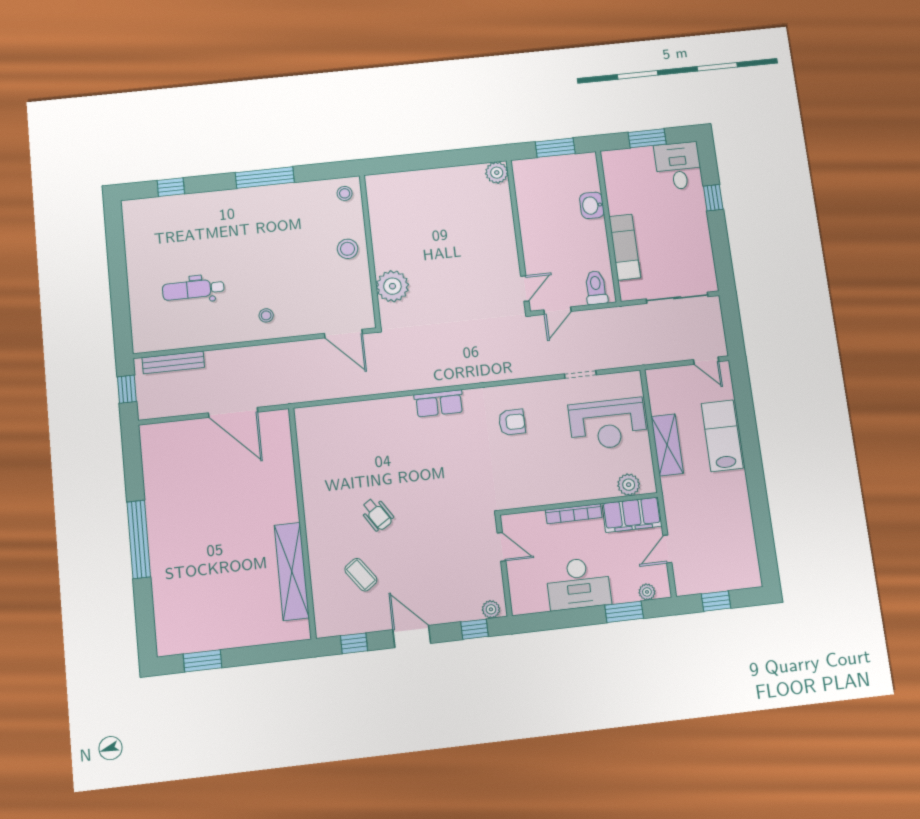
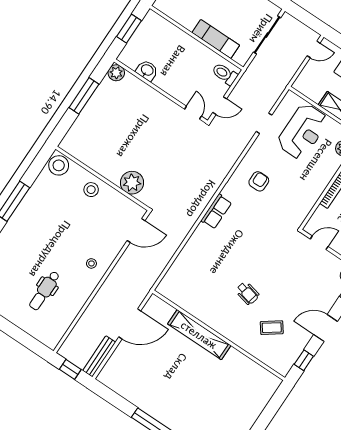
window: (443, 159) -> (84, 96), added
stool: (345, 193) -> (59, 165), width x1.89, depth x1.89
washbasin: (592, 205) -> (147, 70), moved, turned 180
door: (557, 311) -> (220, 106), hinge flipped
bench: (173, 362) -> (99, 356), moved
wheelchair: (377, 514) -> (247, 293), turned 46
shelving: (292, 571) -> (199, 335), moved

